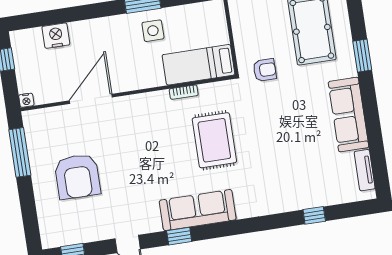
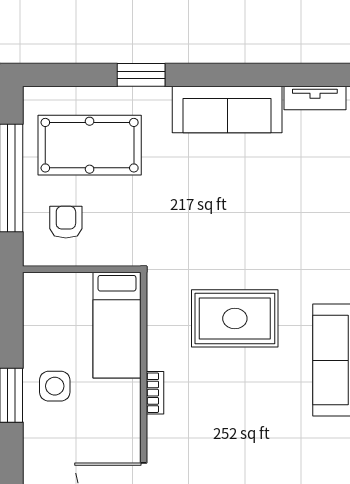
armchair: (265, 70) -> (66, 222), moved
bookcase: (184, 92) -> (155, 393), moved

